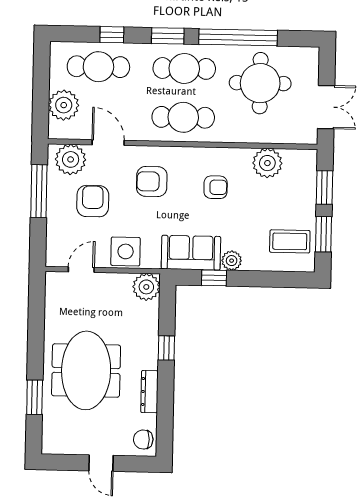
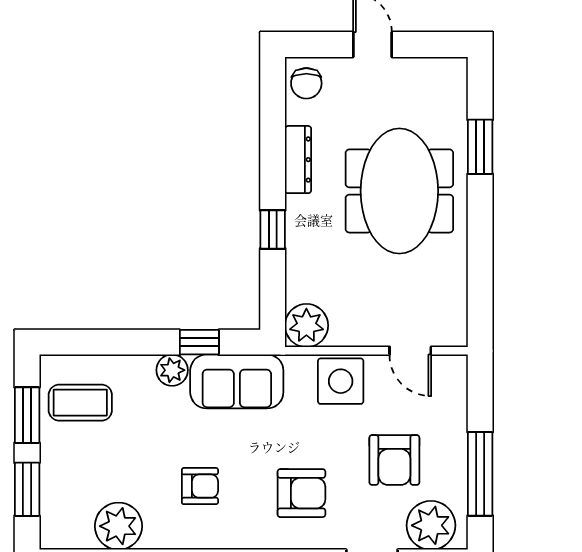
armchair: (216, 187) -> (200, 486), turned 180
door: (81, 270) -> (410, 351), hinge flipped
chair: (143, 440) -> (306, 83), turned 90

